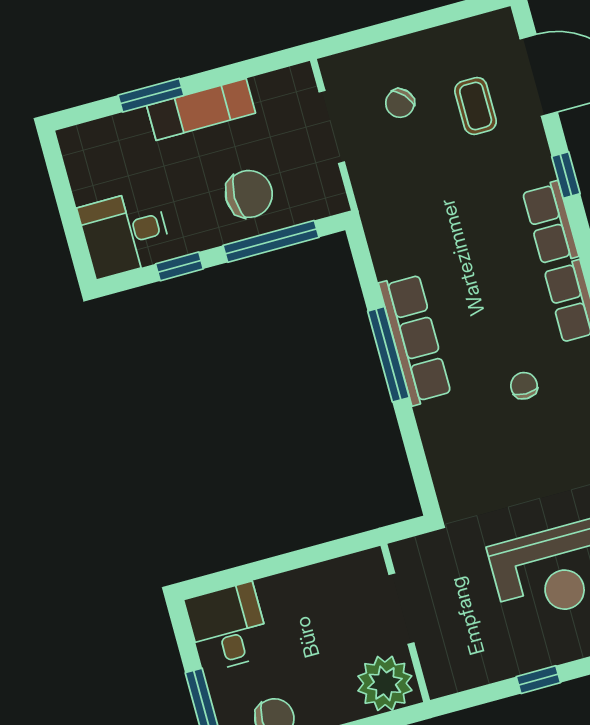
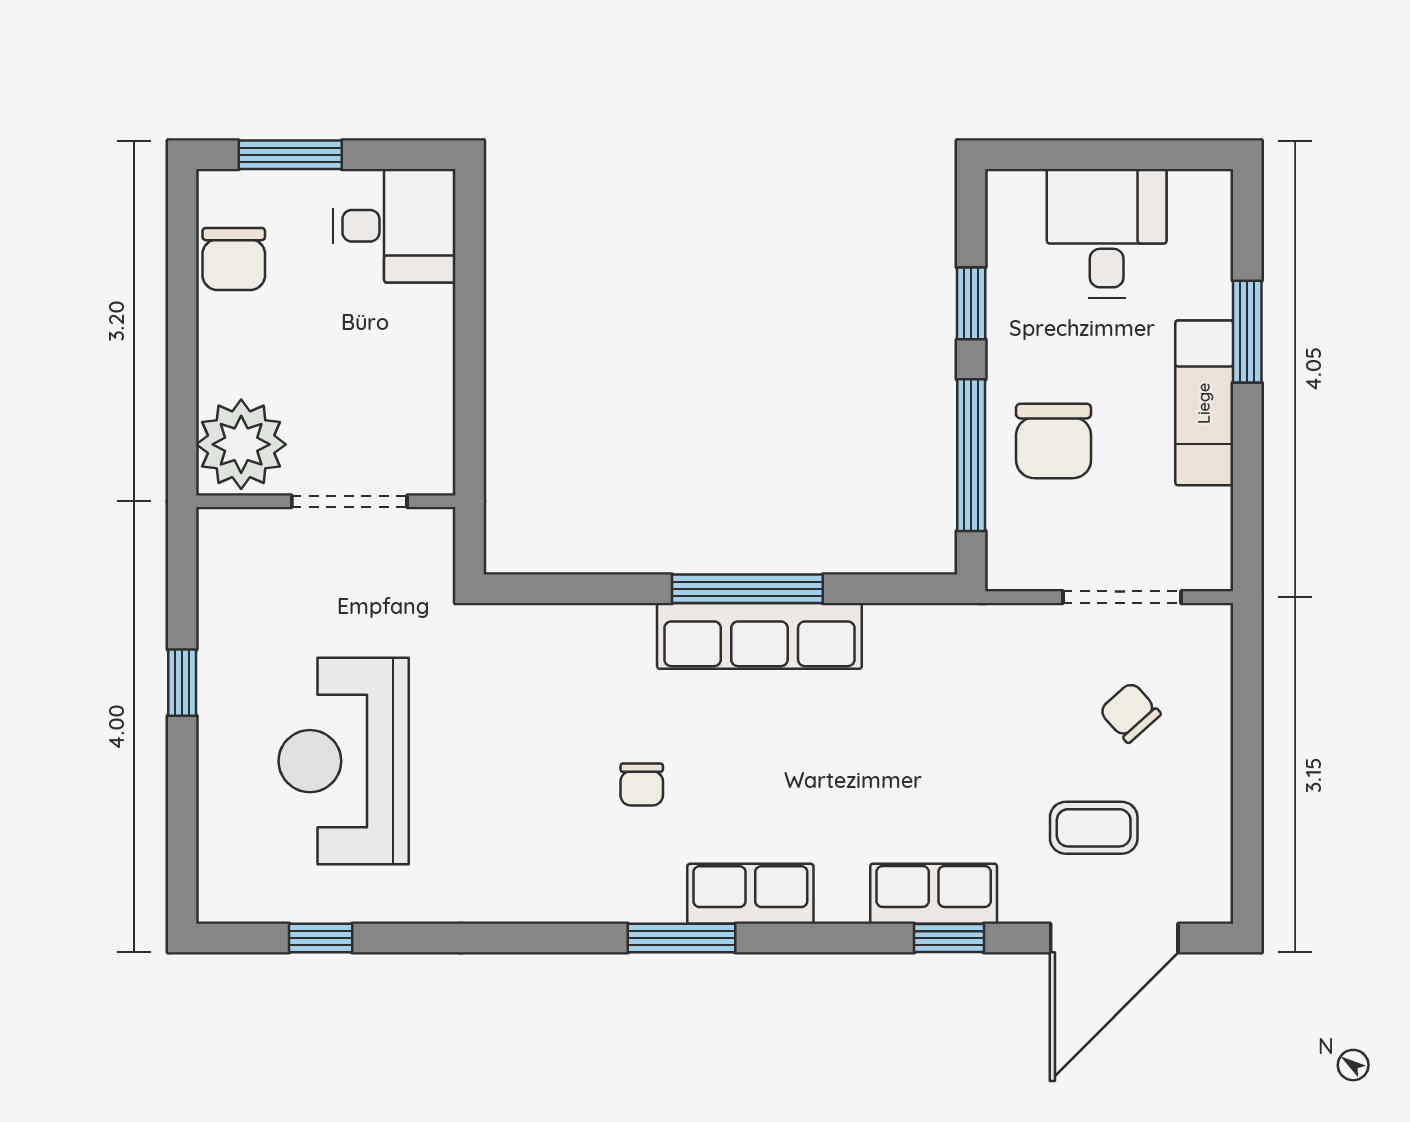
row of seats: (550, 223) -> (934, 894), moved
desk: (125, 233) -> (1107, 233), moved
chair: (524, 386) -> (642, 785), turned 90

